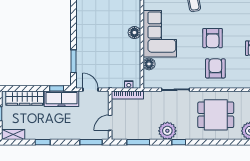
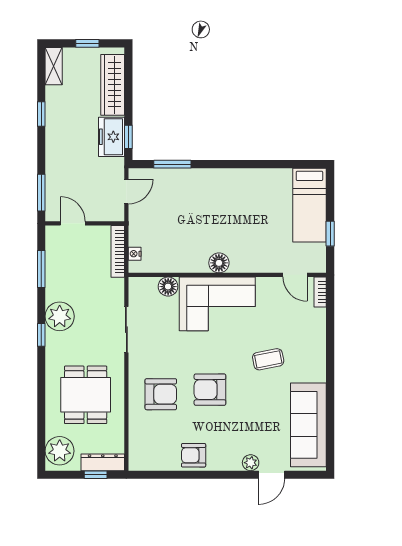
freezer: (62, 99) -> (111, 137), width x0.71

